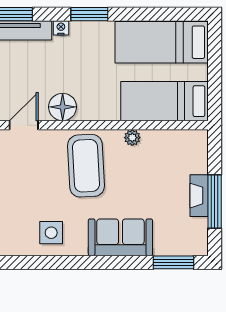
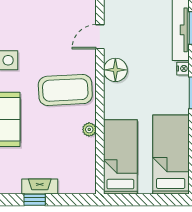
door: (24, 125) -> (100, 37), swing flipped
window: (215, 202) -> (35, 200), width x0.46

